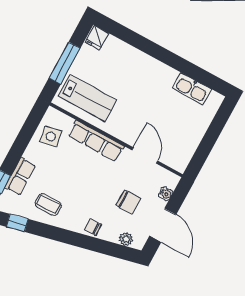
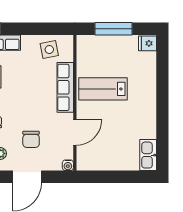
kitchen sink: (192, 89) -> (148, 155), moved
lab bench: (87, 98) -> (103, 89), moved, turned 90
water cooler: (165, 194) -> (68, 165), moved

